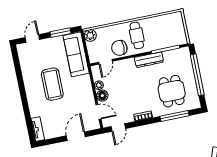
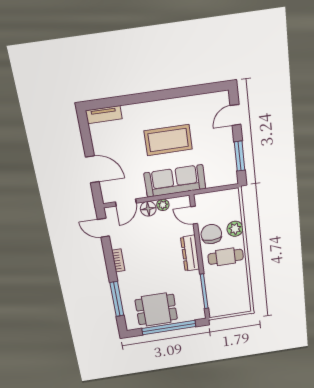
plant: (90, 35) -> (235, 229), moved
door: (32, 38) -> (236, 115), swing flipped
sofa: (76, 54) -> (175, 181), moved
dresser: (149, 60) -> (190, 253), moved
dining table: (172, 91) -> (156, 310), moved

